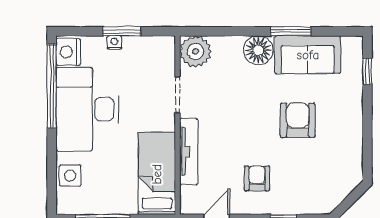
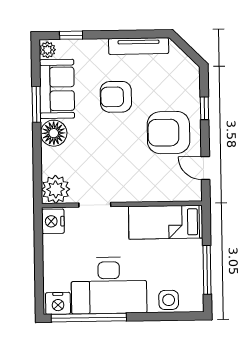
window: (122, 31) -> (39, 256), removed
nightstand: (114, 42) -> (53, 221), moved, width x1.89, depth x1.79
plant: (351, 45) -> (47, 50), added
tv unit: (189, 152) -> (139, 46), moved, turned 180
armchair: (257, 178) -> (168, 133), width x1.88, depth x1.88

